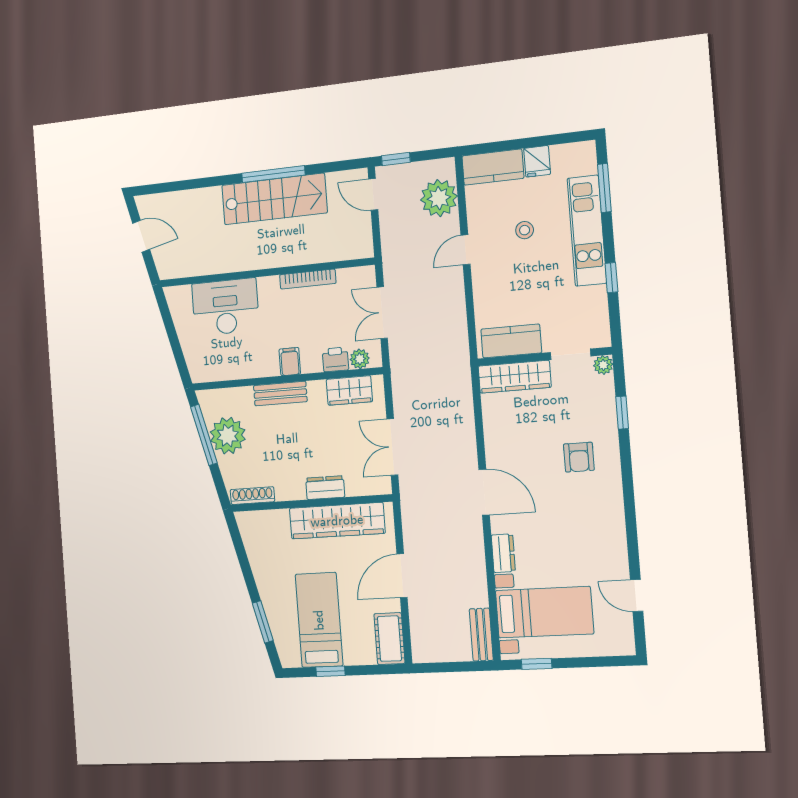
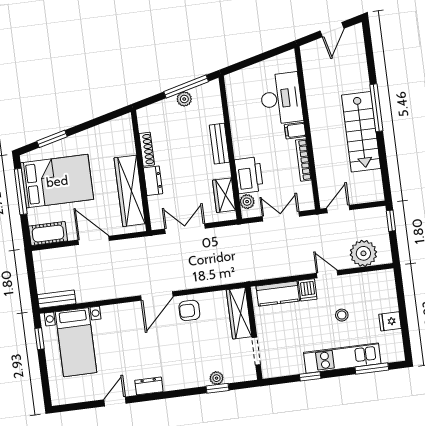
kitchen counter: (493, 167) -> (386, 291), removed
window: (273, 174) -> (376, 108), moved
door: (373, 194) -> (338, 209), moved
dishwasher: (486, 278) -> (308, 290), added
kitchen counter: (511, 341) -> (278, 294), moved, turned 90
printer: (335, 359) -> (249, 175), width x1.87, depth x1.48
filing cabinet: (290, 362) -> (295, 131), moved, turned 180
plant: (603, 365) -> (217, 378), moved
plant: (228, 436) -> (184, 99), width x0.53, depth x0.53
armchair: (579, 457) -> (189, 310), moved
shoe rack: (252, 496) -> (147, 149), moved
dresser: (503, 553) -> (149, 386), moved, turned 180
door: (637, 595) -> (115, 401), moved
bed: (319, 620) -> (57, 181), width x1.50
window: (330, 671) -> (21, 191), width x2.17

